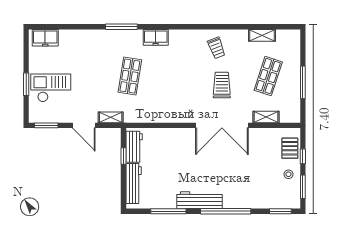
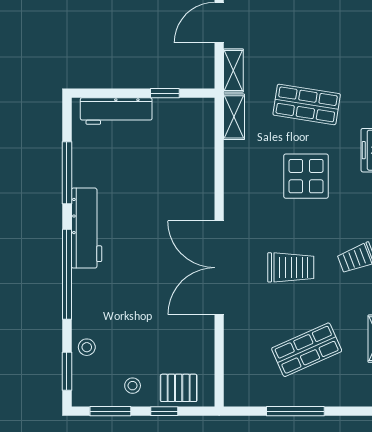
display table: (170, 76) -> (306, 176), added
shop shelf: (268, 76) -> (307, 350), turned -42
shelving: (266, 117) -> (234, 117), moved
workbench: (134, 147) -> (181, 112), removed
stool: (267, 200) -> (87, 347), added

